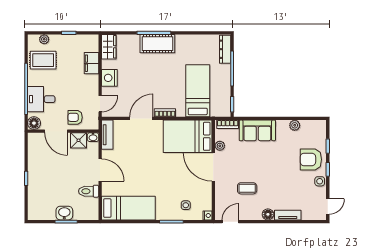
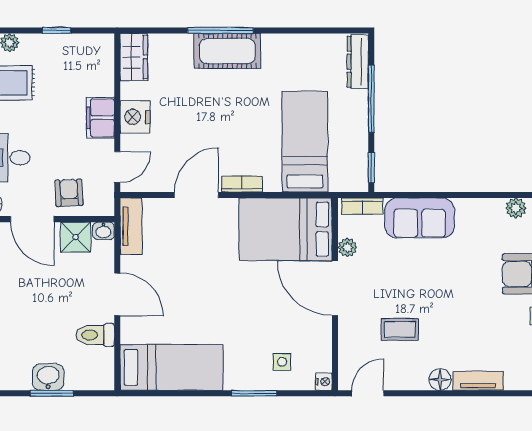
filing cabinet: (91, 63) -> (100, 118), moved
armchair: (75, 117) -> (69, 193), turned 87
plant: (295, 125) -> (516, 208), moved

